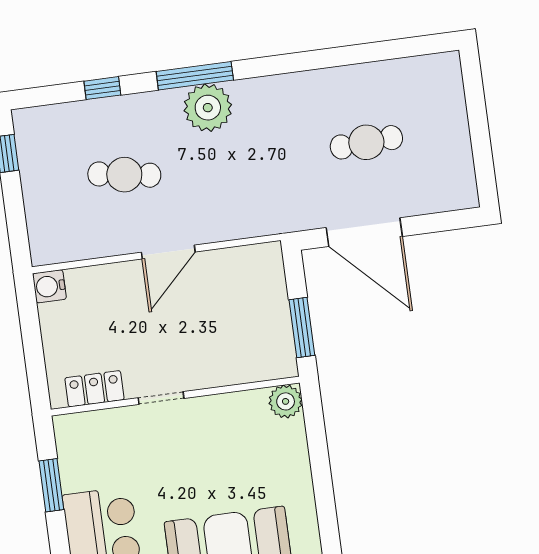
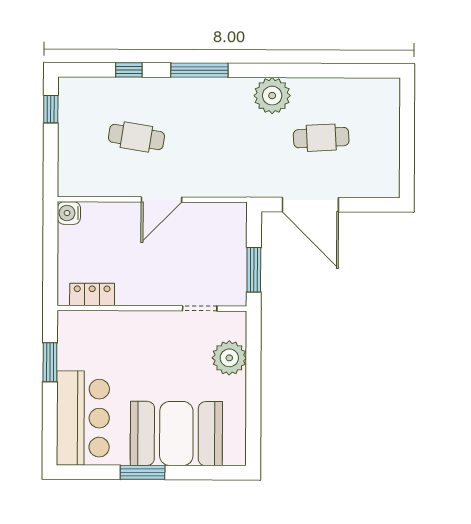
plant: (208, 108) -> (272, 96), moved
doorway: (161, 398) -> (200, 308), moved
plant: (286, 401) -> (229, 358), moved, width x1.36, depth x1.36

